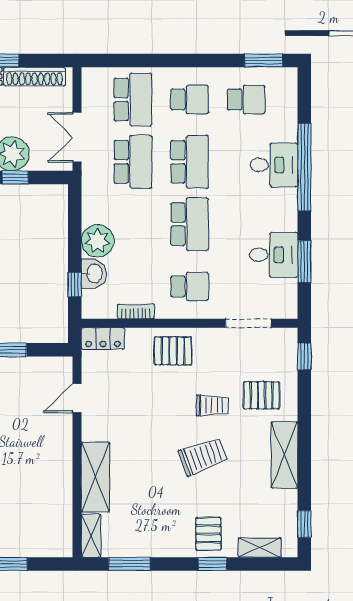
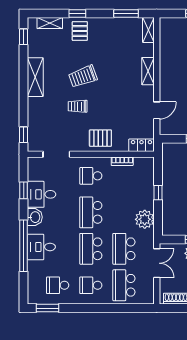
plant: (98, 241) -> (145, 219), moved
window: (304, 262) -> (24, 190), width x0.67
washbasin: (94, 274) -> (35, 217), moved, turned 180
window: (75, 284) -> (158, 193), moved
pallet: (261, 395) -> (49, 112), removed
shelving: (95, 477) -> (148, 71), width x0.67, depth x0.75

